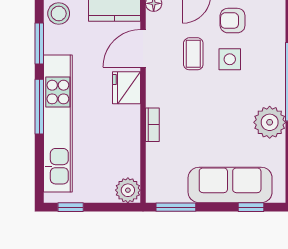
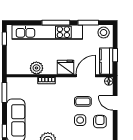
door: (143, 48) -> (86, 76), hinge flipped
plant: (128, 190) -> (36, 68), moved

